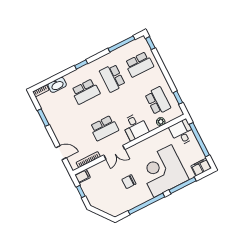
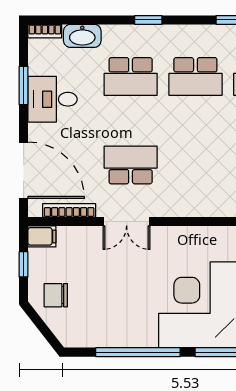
school desk: (112, 78) -> (195, 76), turned -90
desk: (135, 127) -> (53, 99), moved, turned 90
school desk: (104, 128) -> (131, 165), turned 180
door: (61, 153) -> (24, 170), width x1.88
chair: (129, 182) -> (56, 295), moved

